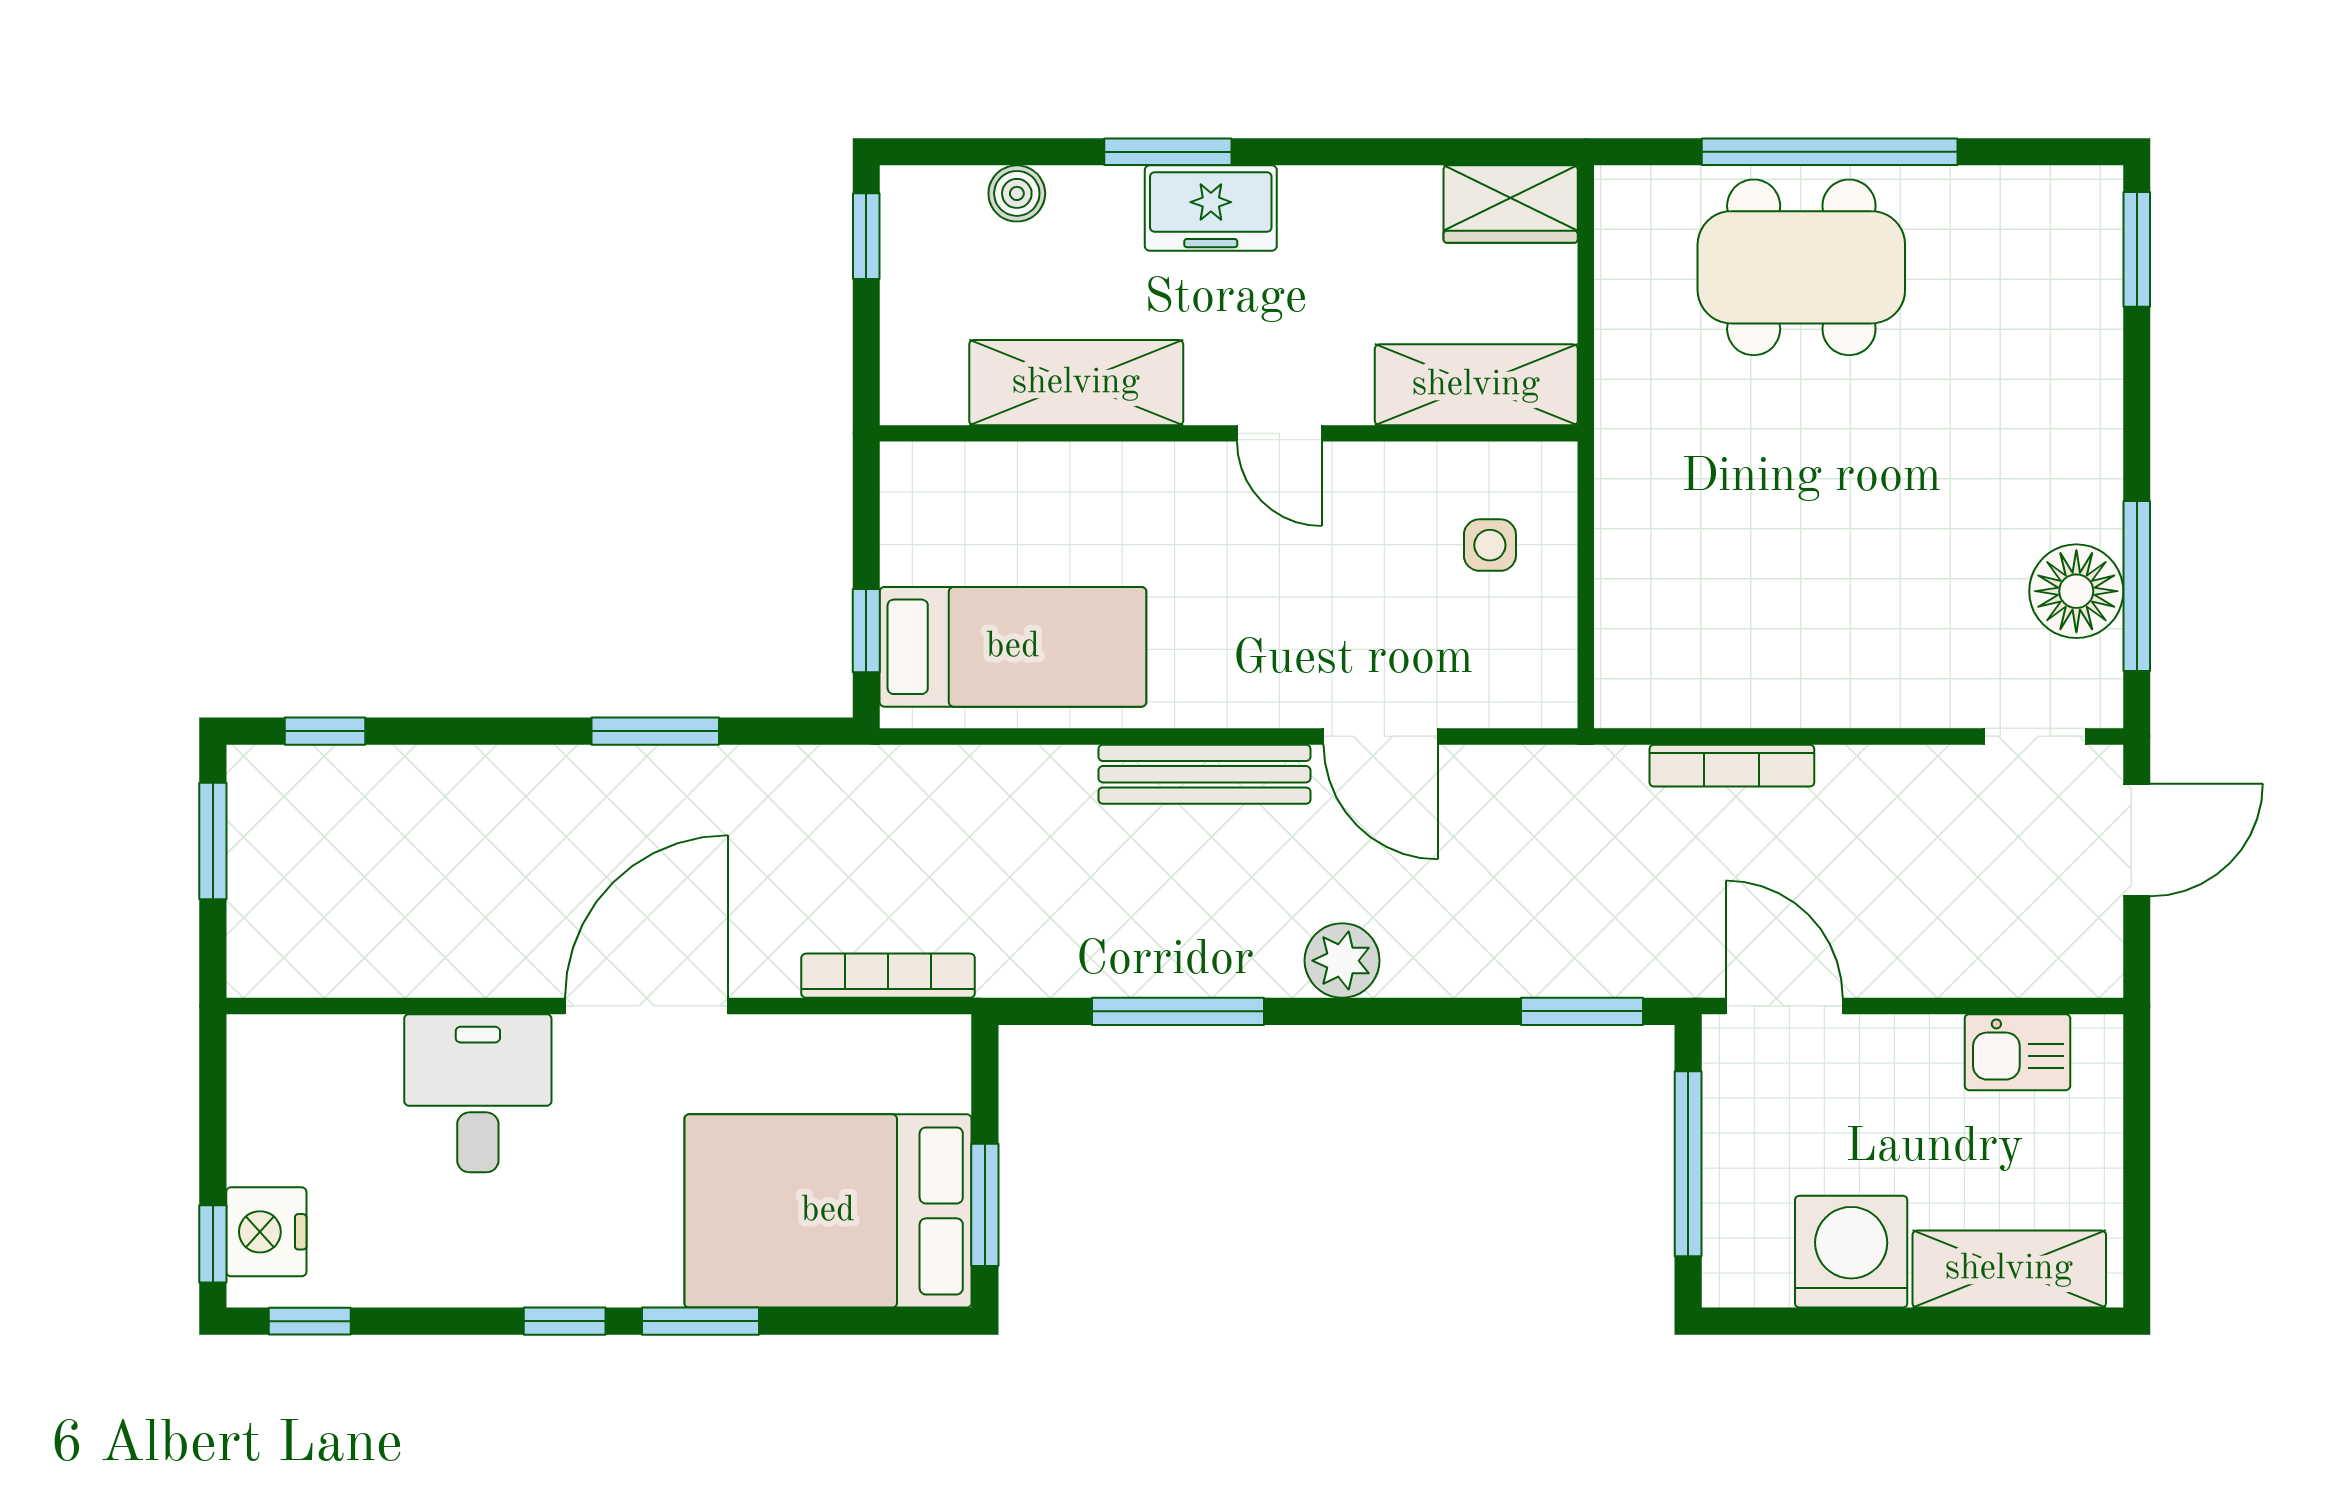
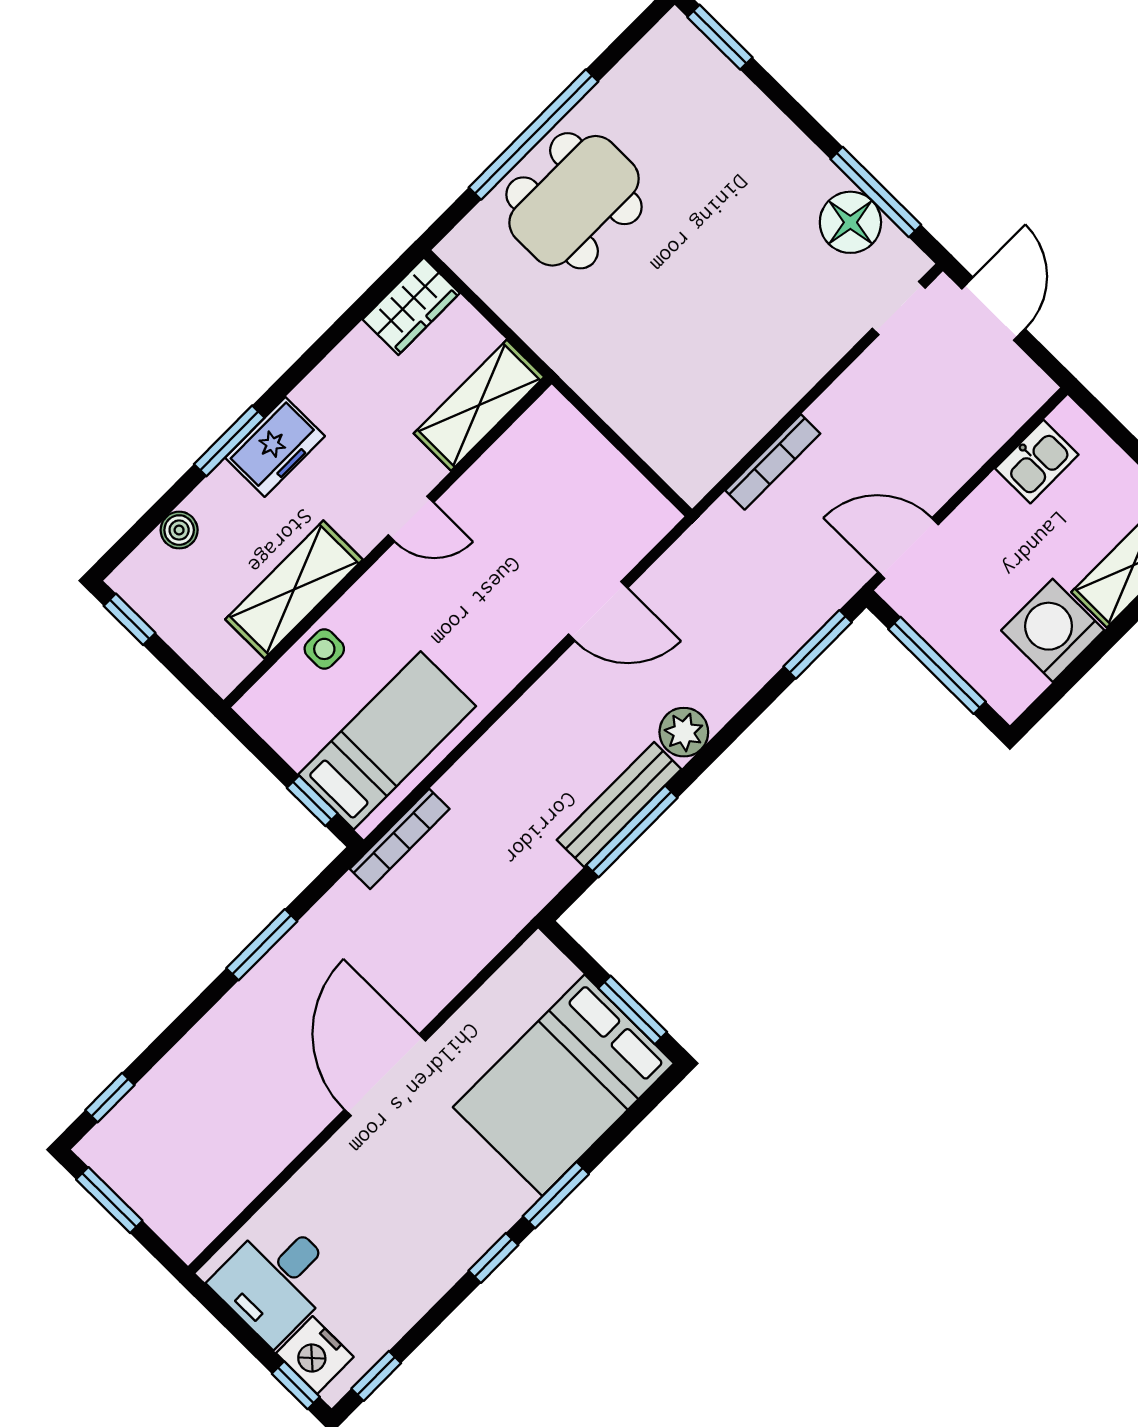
side table: (1490, 545) -> (324, 649), moved
bench: (1204, 774) -> (619, 804), moved
bookcase: (888, 976) -> (400, 839), moved, turned 180
desk: (478, 1093) -> (276, 1280), moved, turned -90

